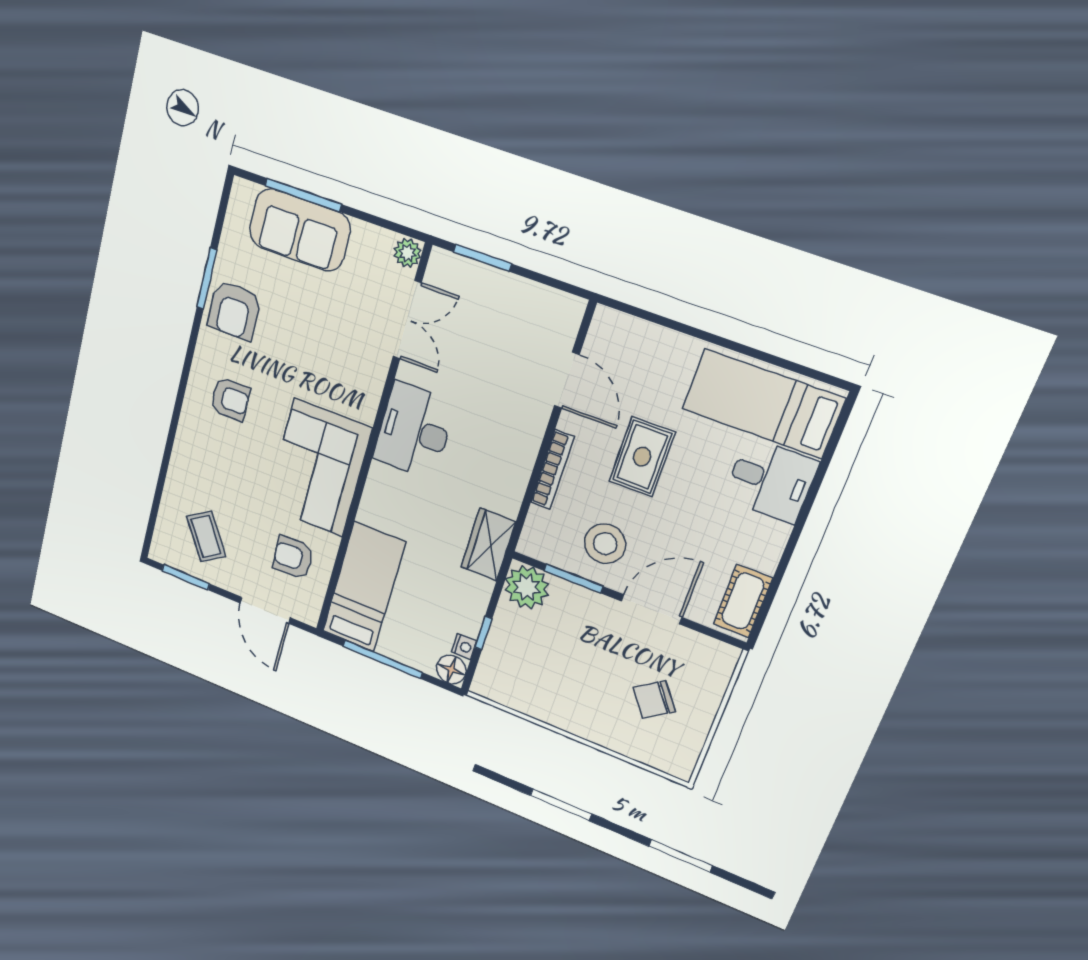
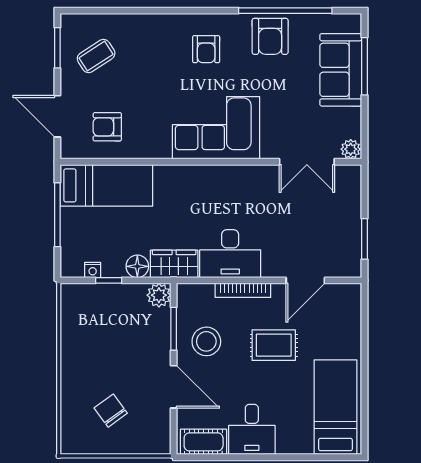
window: (482, 258) -> (364, 239), moved
window: (207, 279) -> (285, 11), width x2.11
armchair: (234, 310) -> (270, 36), turned -90
desk: (414, 431) -> (230, 254), moved, turned 180
corner sofa: (319, 468) -> (216, 128), moved
desk: (771, 480) -> (252, 429), moved
armchair: (293, 557) -> (107, 127), turned -87
plant: (527, 587) -> (159, 295), width x0.73, depth x0.73
door: (265, 610) -> (57, 116), hinge flipped
floor lamp: (451, 670) -> (137, 266), moved

